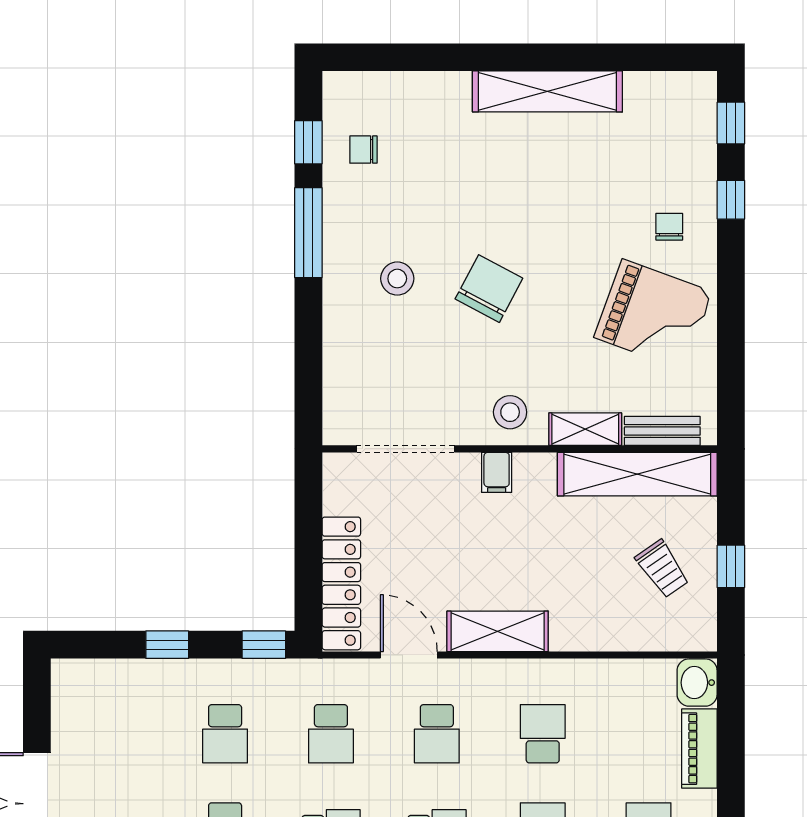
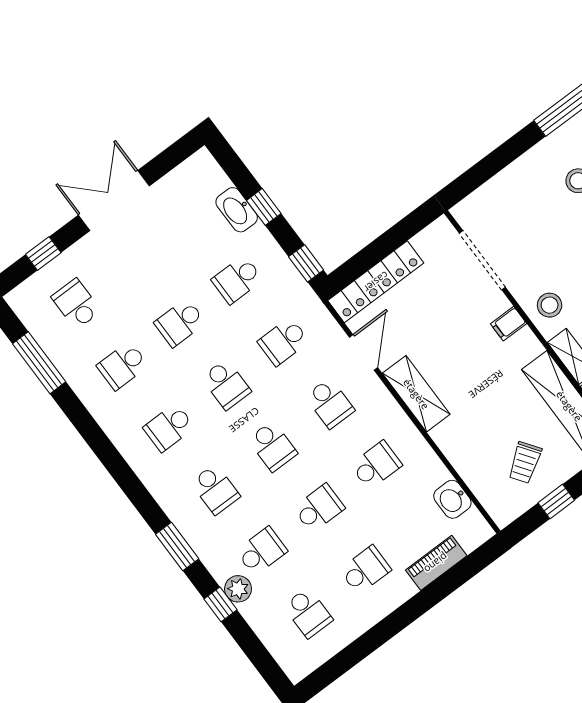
washbasin: (148, 677) -> (237, 210), added
washbasin: (697, 683) -> (452, 499), moved, turned -90
school desk: (437, 734) -> (330, 403), turned -90

